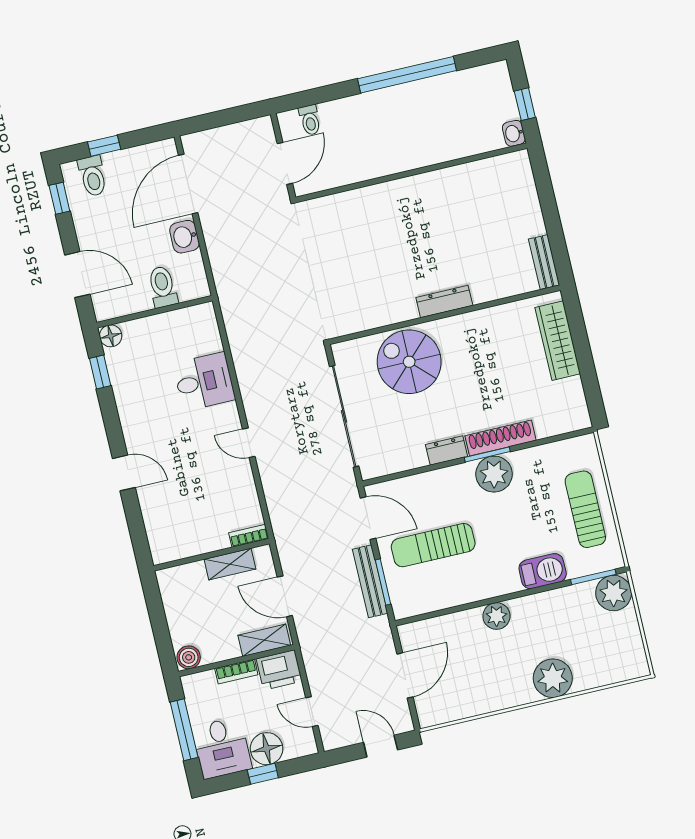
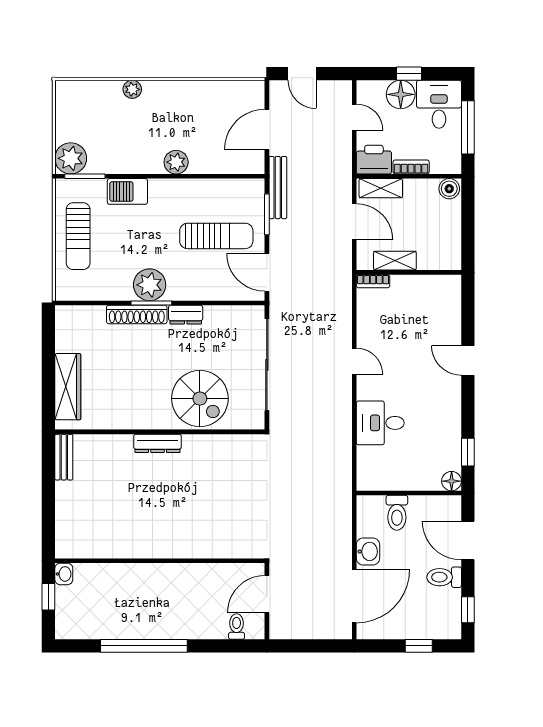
toilet: (93, 176) -> (444, 577), moved, turned -90
bench: (370, 581) -> (278, 188), moved
plant: (553, 678) -> (132, 89), width x0.53, depth x0.53

